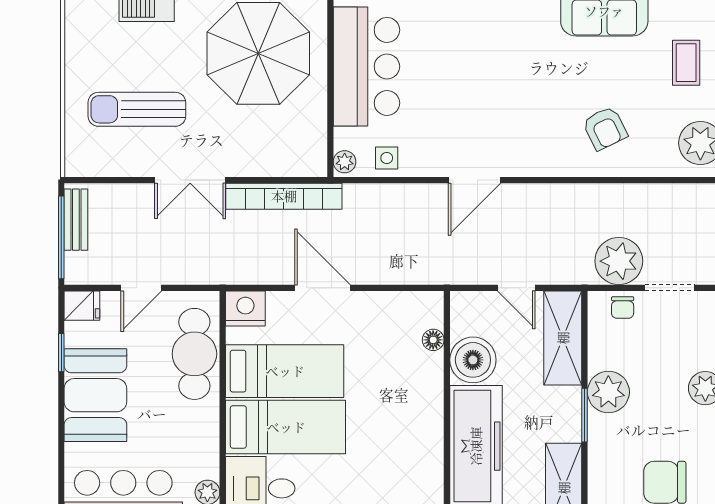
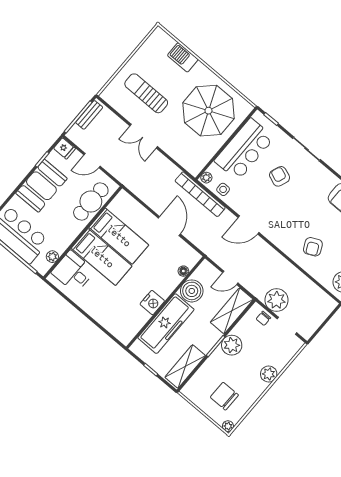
armchair: (458, 62) -> (280, 176), added
bookcase: (284, 196) -> (200, 194), moved
door: (323, 288) -> (169, 226), moved
door: (516, 288) -> (230, 278), hinge flipped
nightstand: (245, 308) -> (152, 303), moved, turned 90

